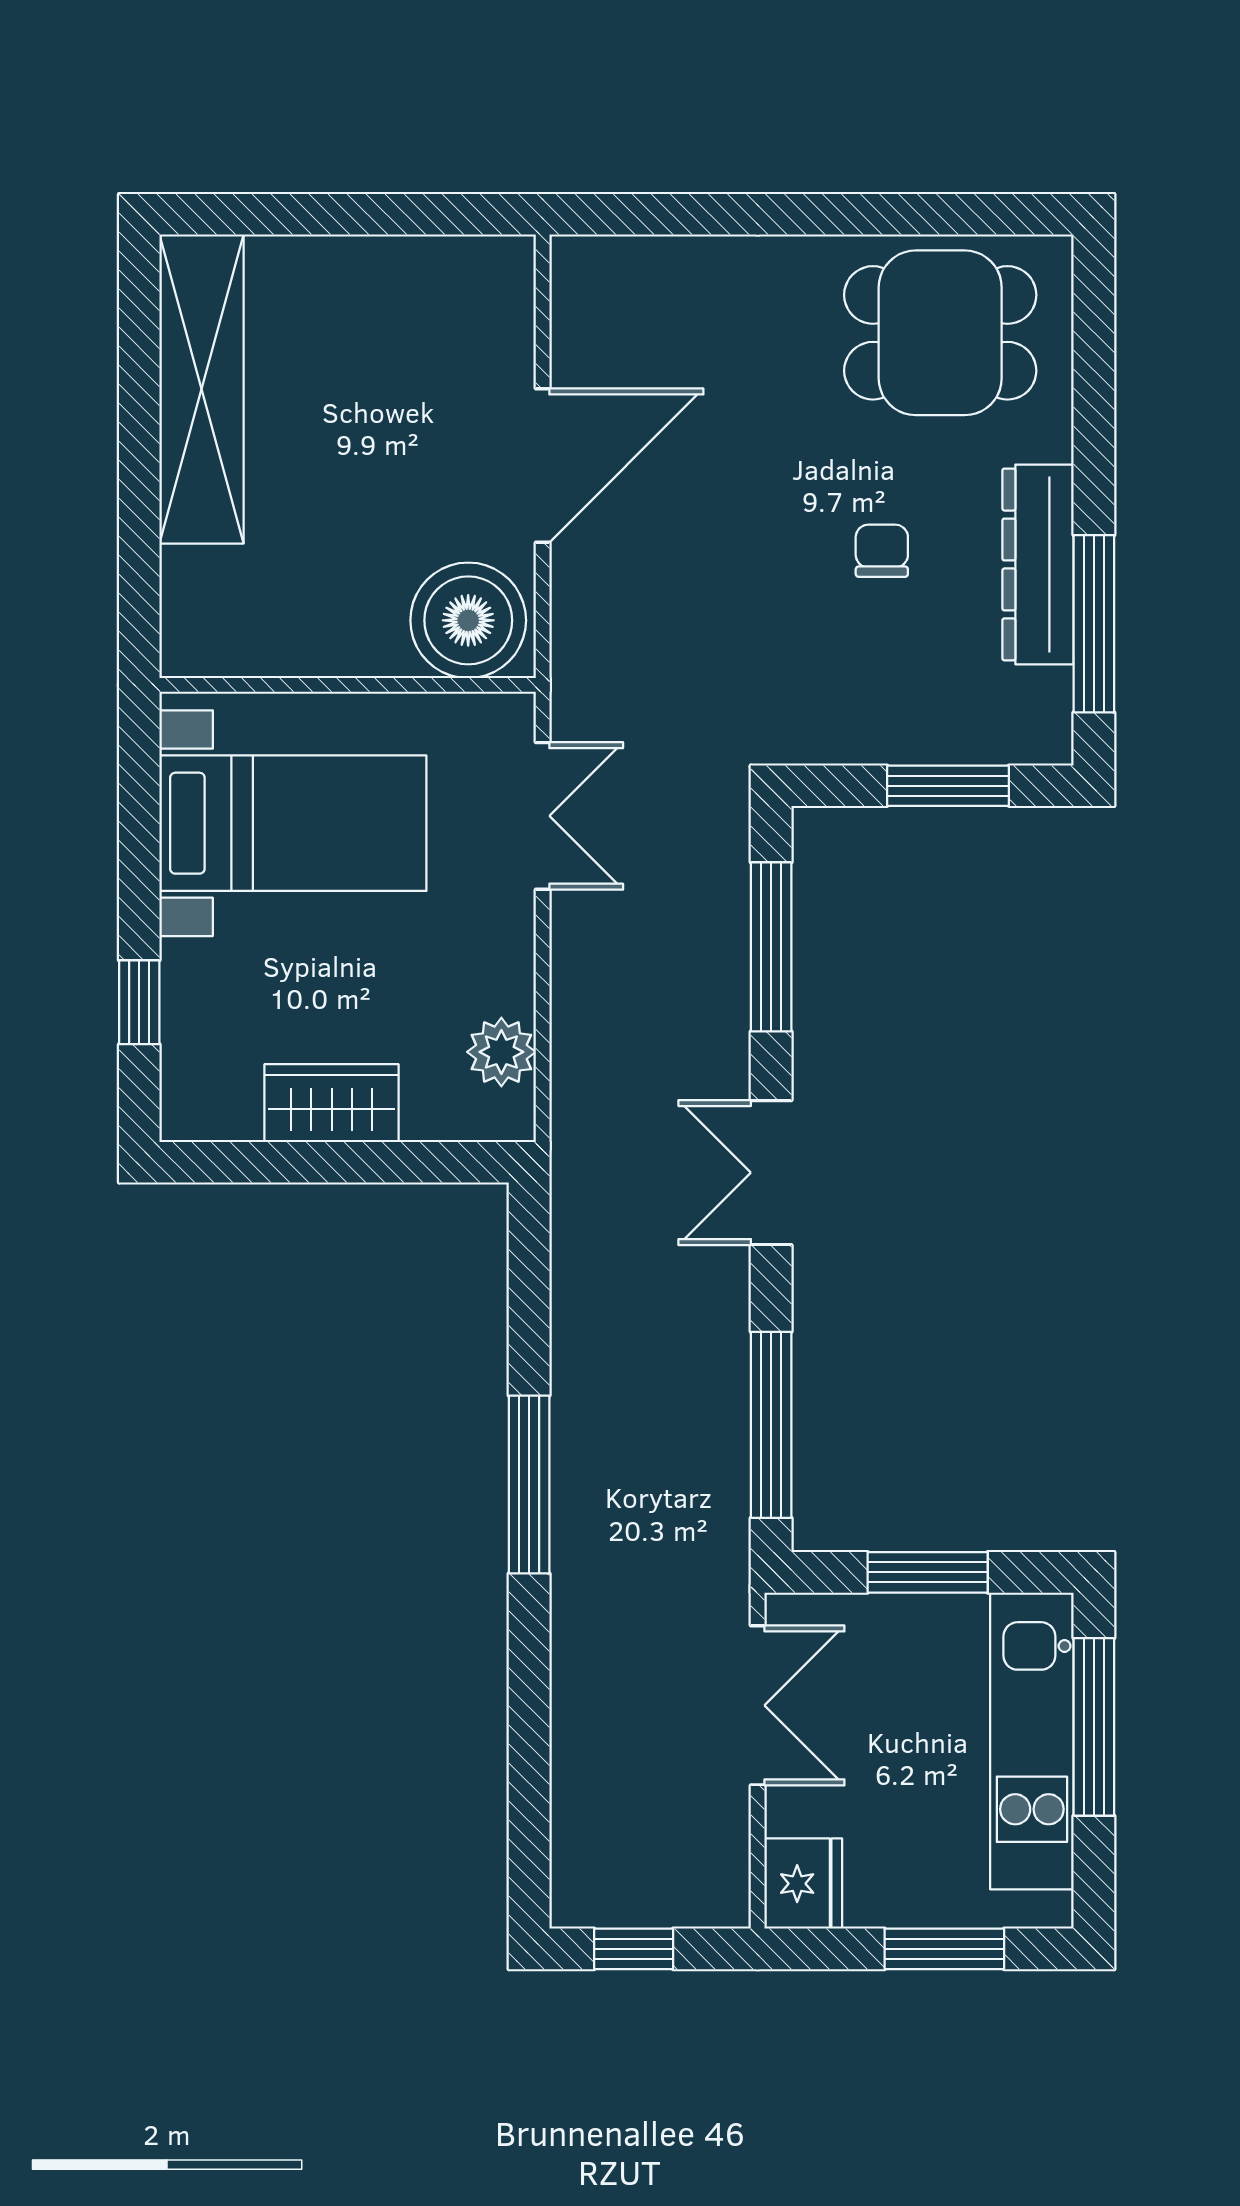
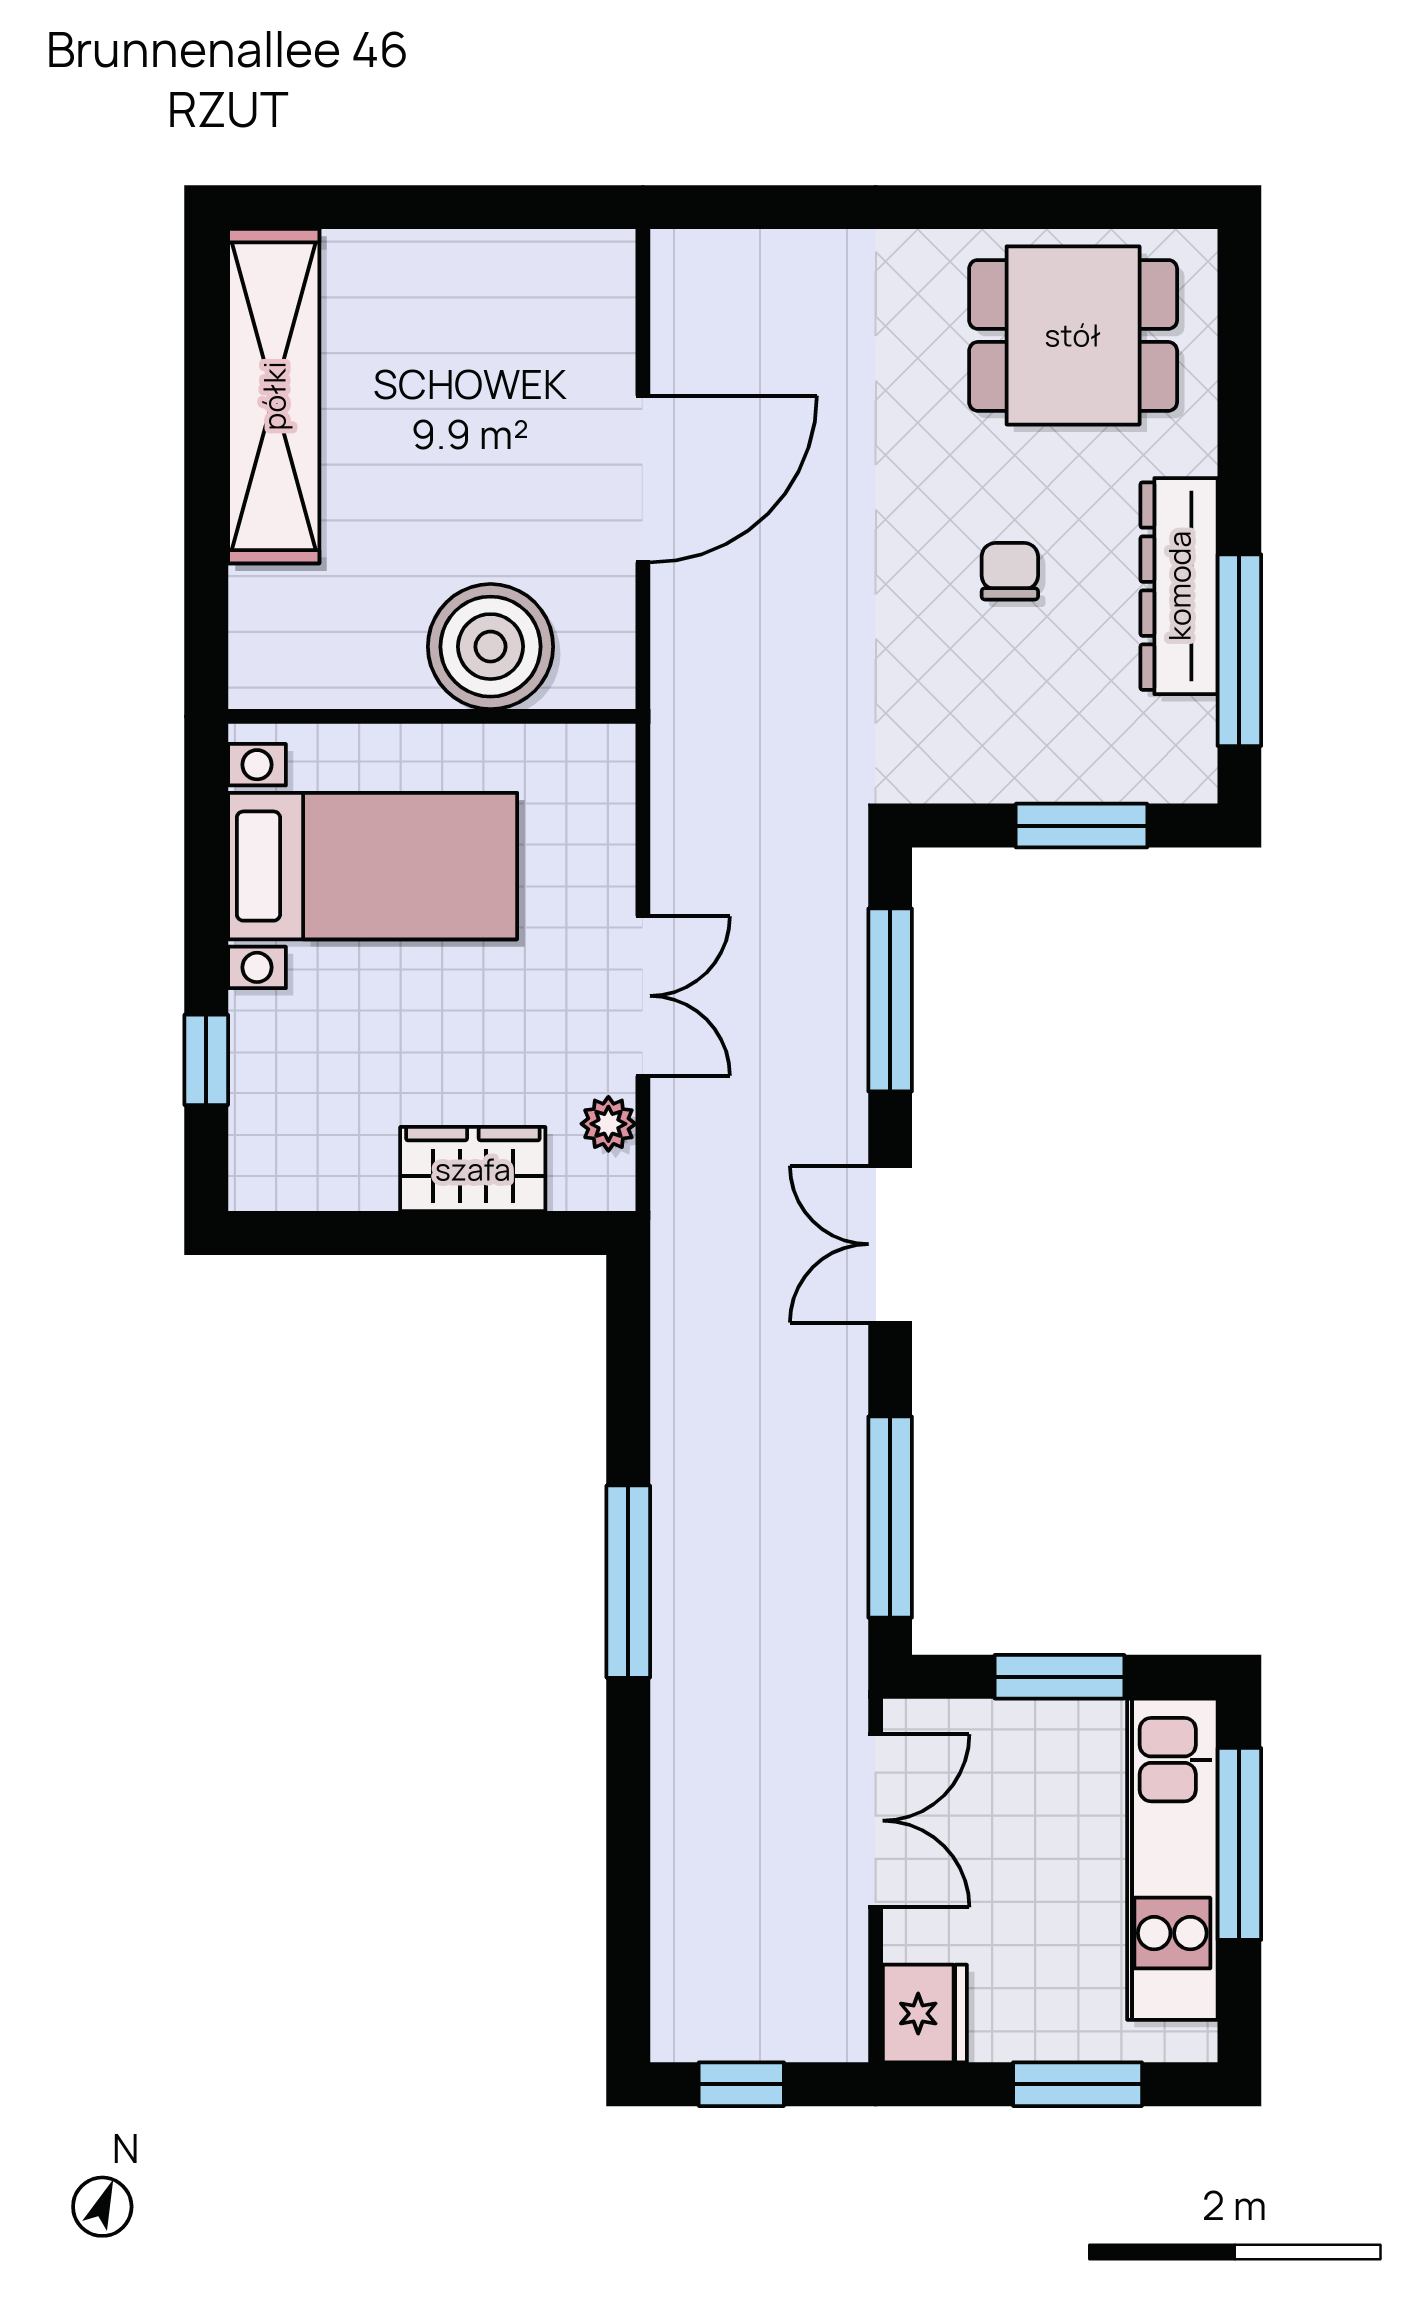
boiler: (468, 620) -> (491, 647), moved
double door: (543, 816) -> (643, 996), moved
plant: (501, 1052) -> (608, 1124), width x0.73, depth x0.73
wardrobe: (332, 1103) -> (473, 1169), moved

